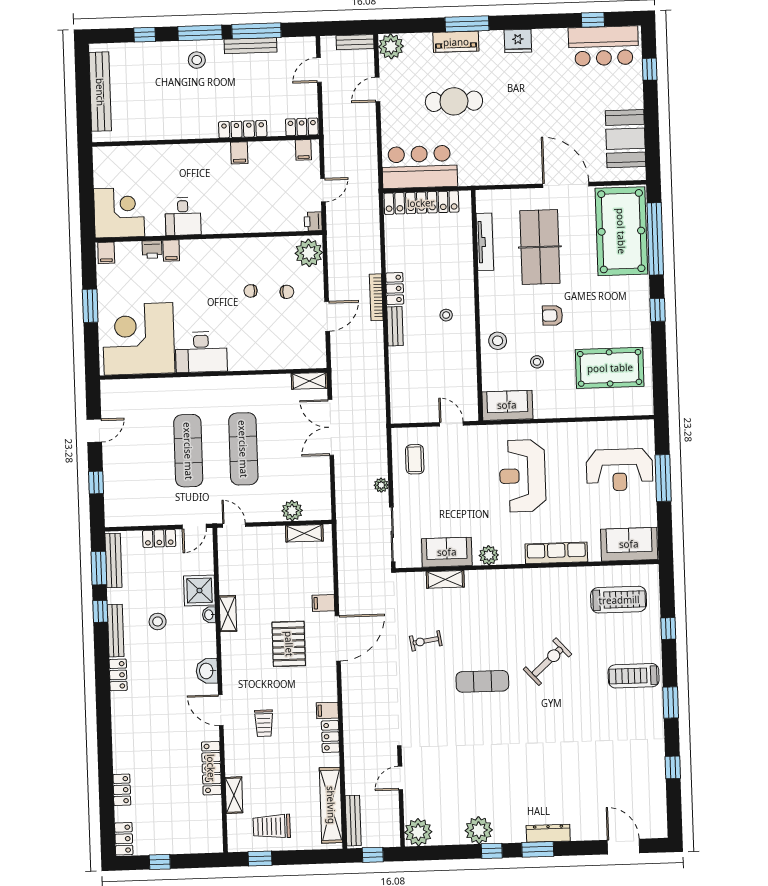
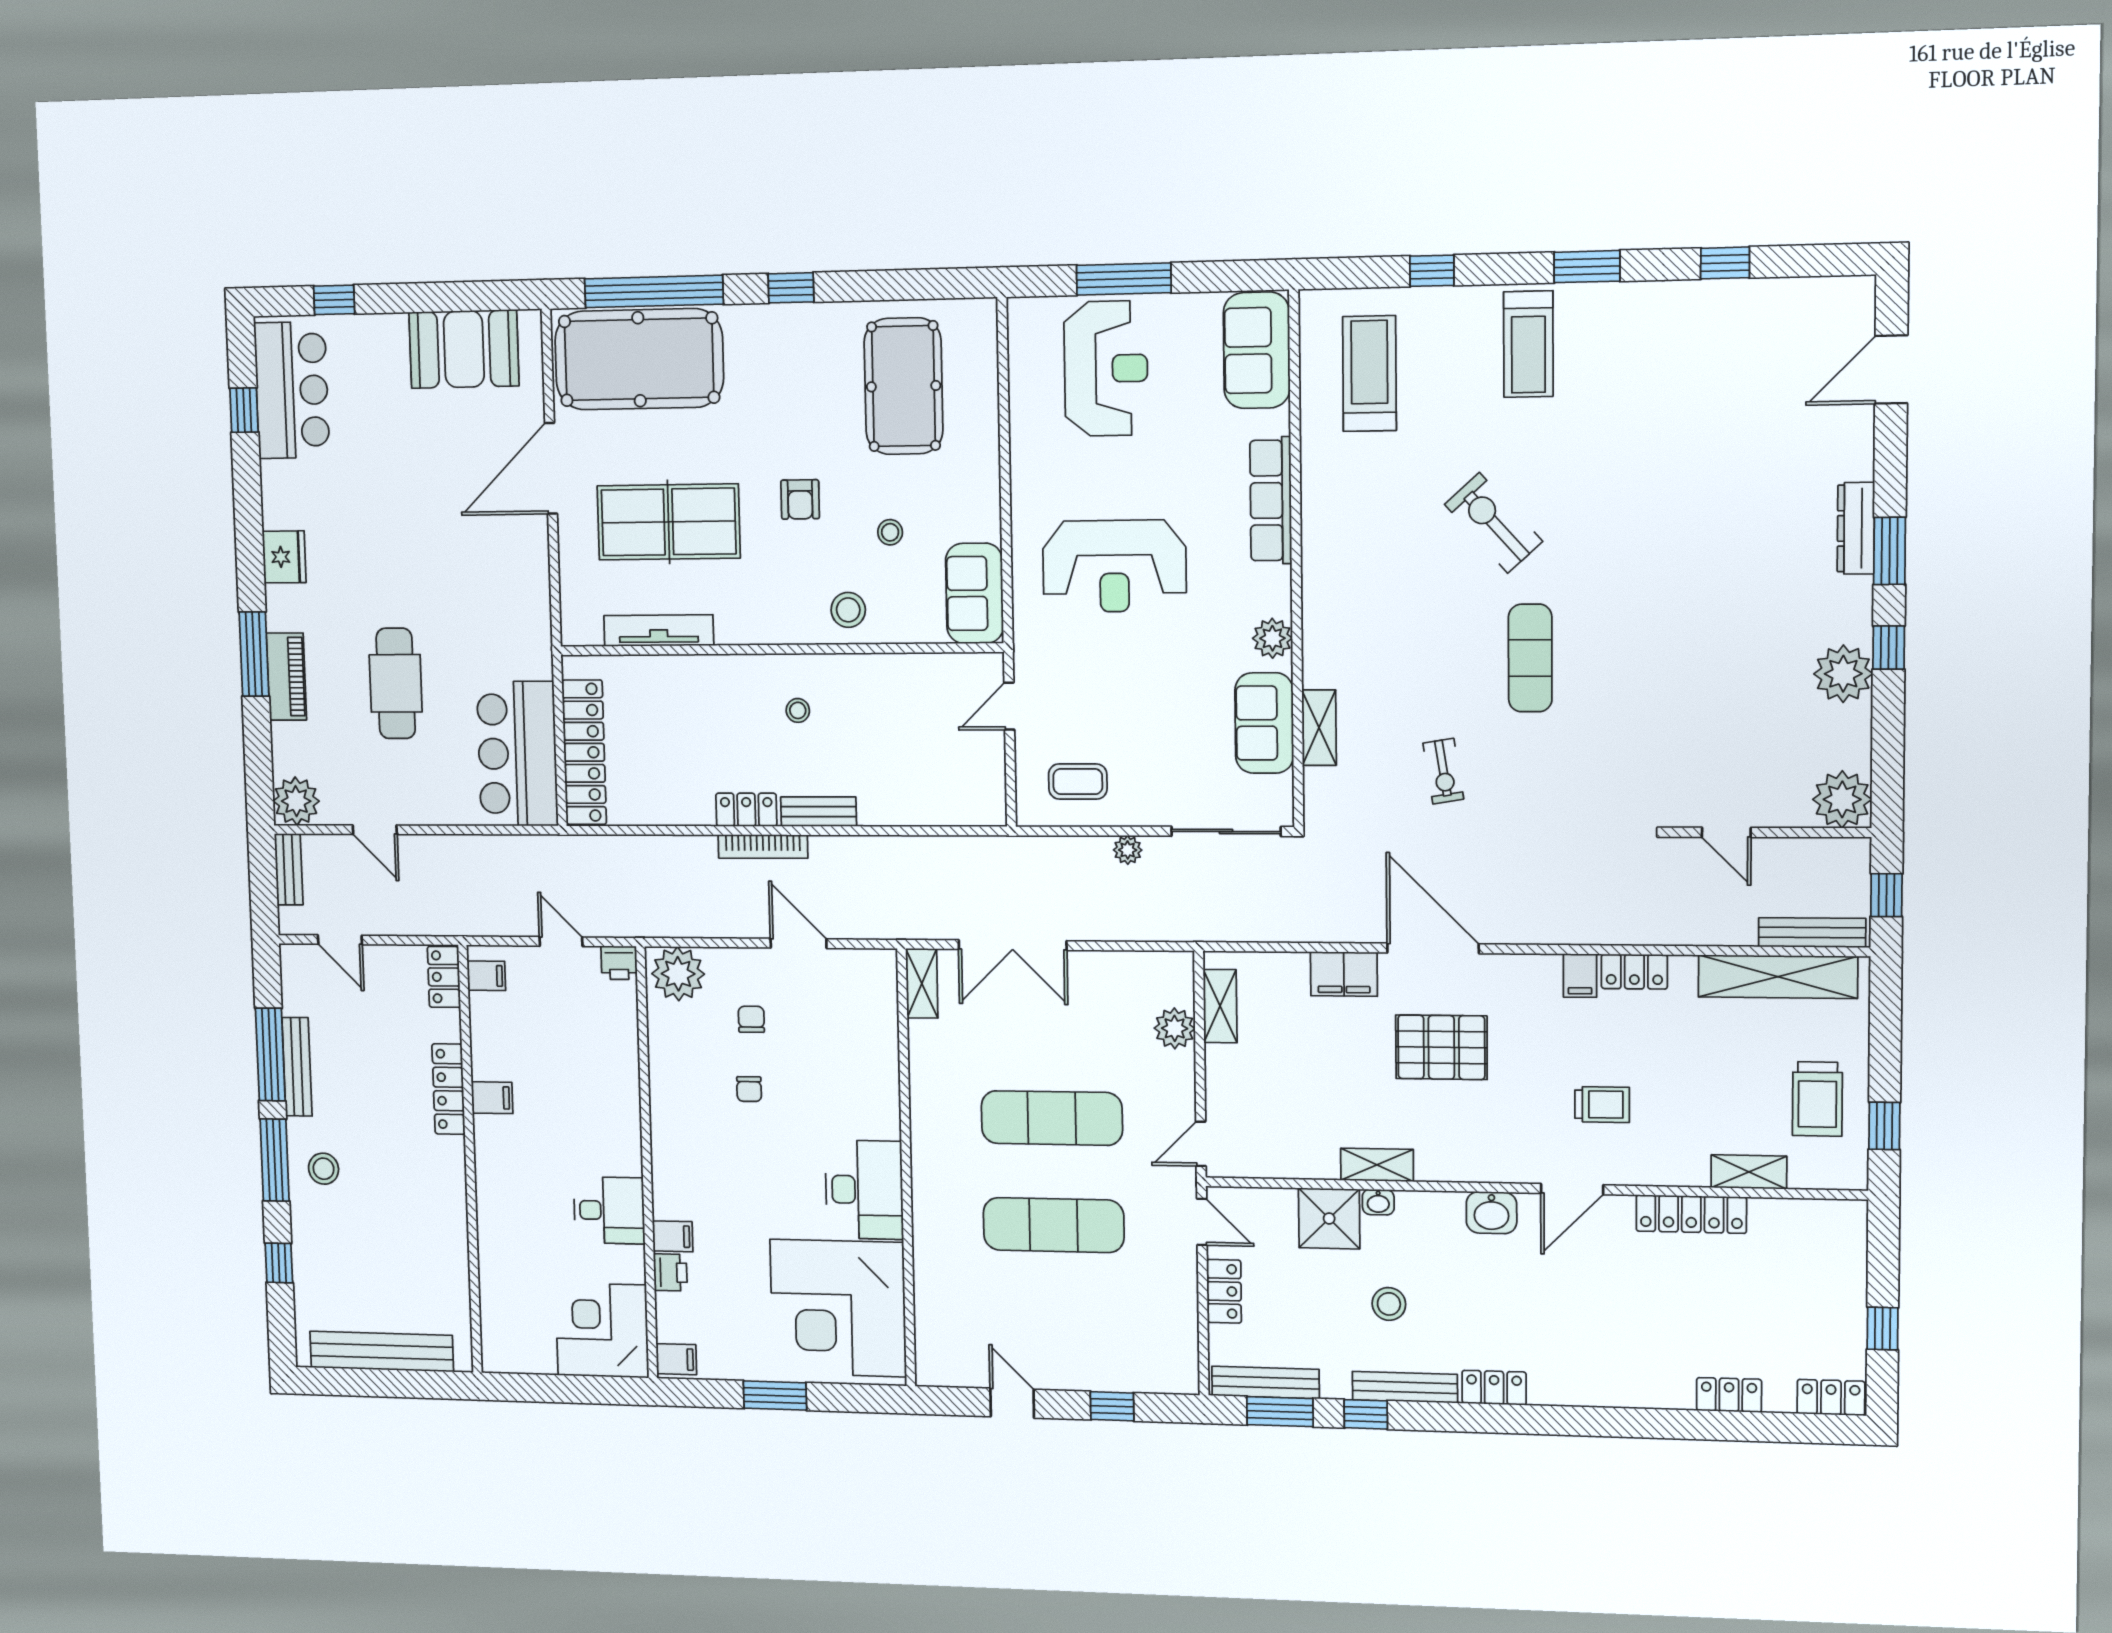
filing cabinet: (323, 603) -> (1344, 974), width x2.00

